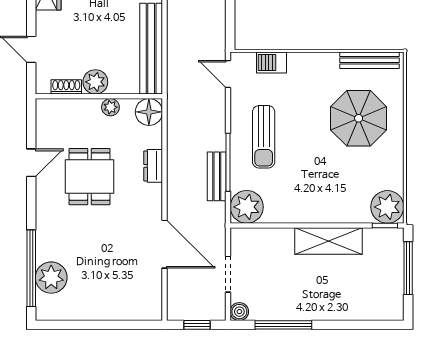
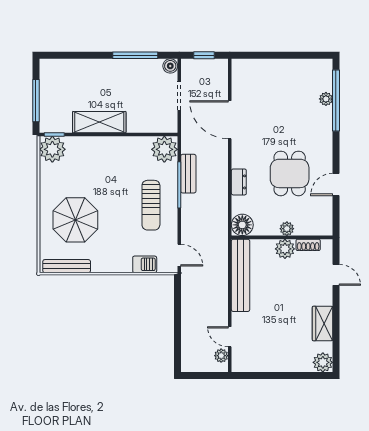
plant: (110, 107) -> (287, 229), moved
sun lounger: (264, 137) -> (151, 205), turned 180
plant: (51, 278) -> (326, 99), width x0.53, depth x0.53

